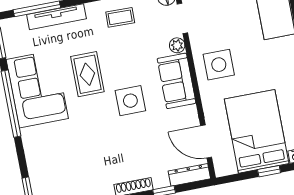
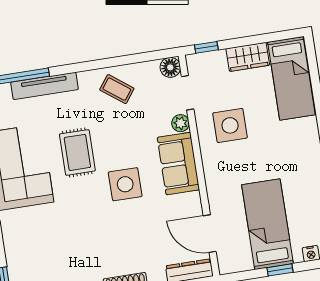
coffee table: (120, 17) -> (117, 89), turned 36
side table: (219, 65) -> (230, 125), moved
bed: (257, 131) -> (267, 224), width x0.67

